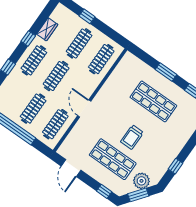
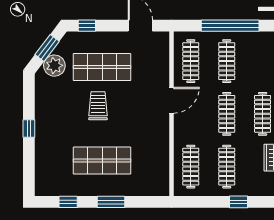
door: (84, 108) -> (172, 100), hinge flipped
window: (175, 166) -> (29, 128), moved

